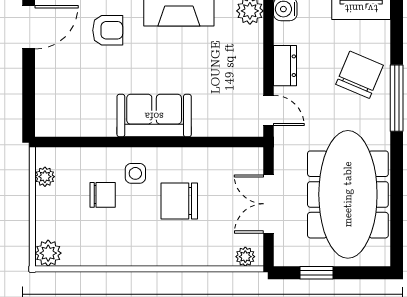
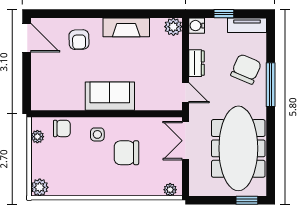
door: (29, 27) -> (27, 38), hinge flipped
armchair: (108, 30) -> (79, 40), turned 88
chair: (103, 195) -> (62, 128), moved
double door: (268, 204) -> (186, 141), moved
window: (316, 273) -> (247, 200), moved

